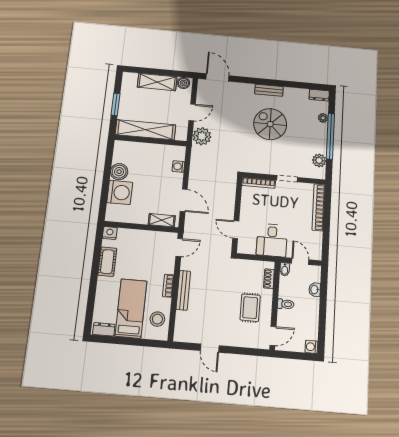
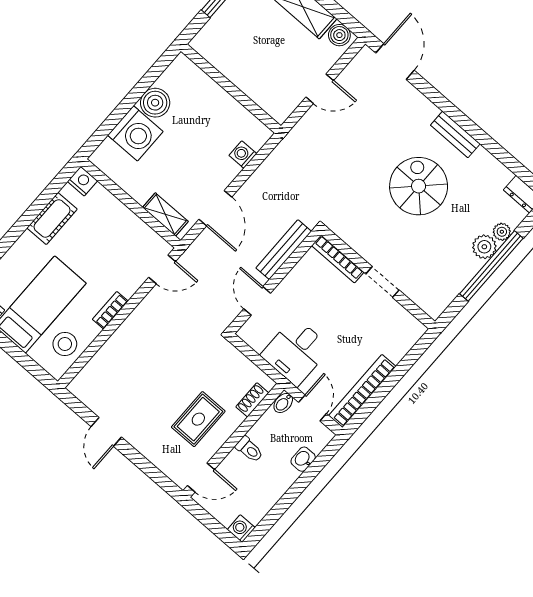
shelving: (145, 130) -> (235, 67), removed
plant: (202, 136) -> (308, 134), removed
plant: (319, 160) -> (484, 247), moved
bookcase: (319, 207) -> (362, 391), moved
bench: (183, 290) -> (284, 250), moved

